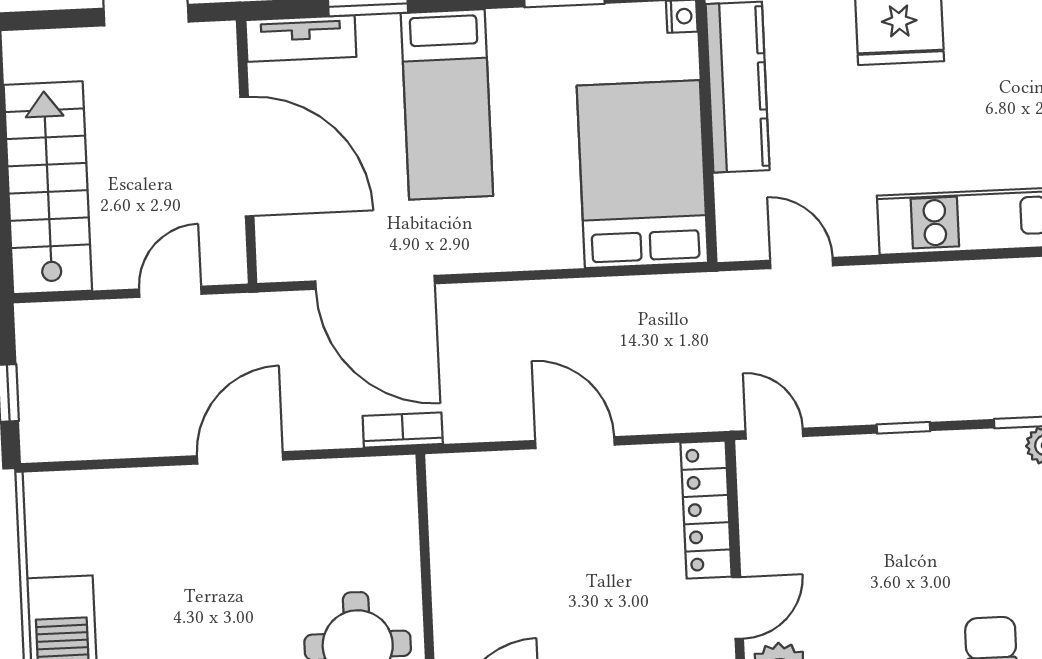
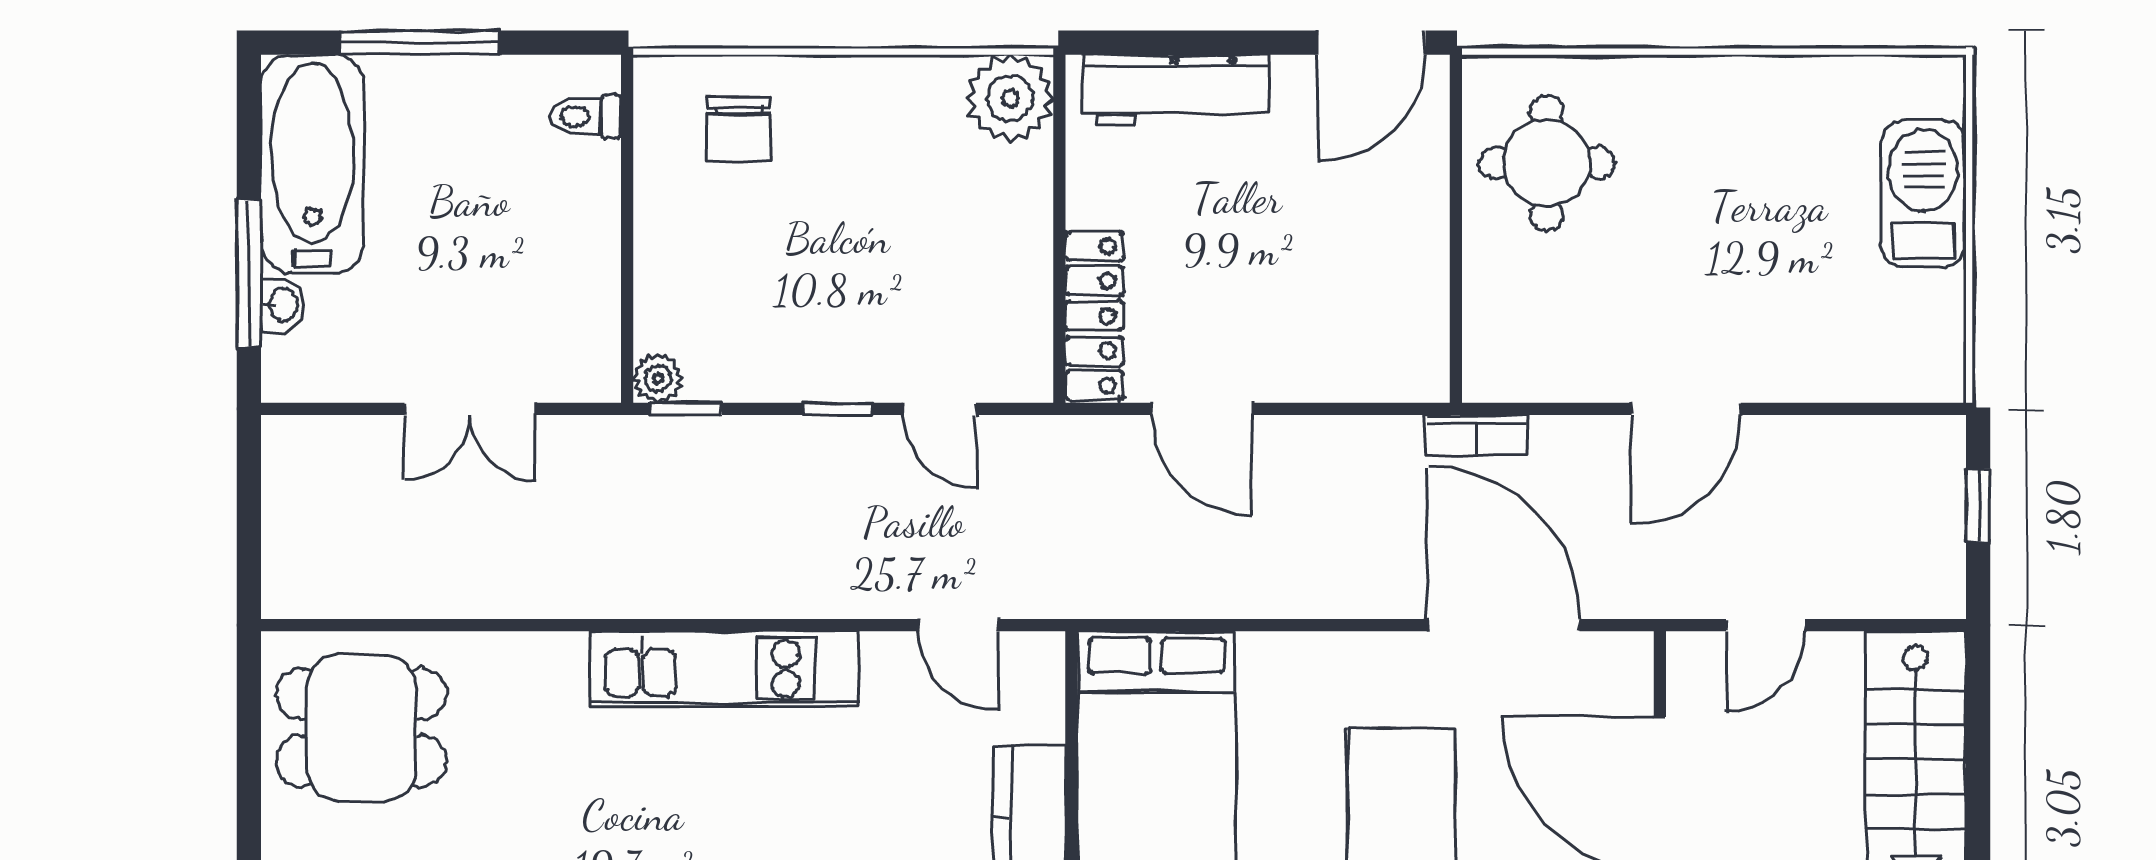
door: (774, 434) -> (939, 409), moved
door: (575, 443) -> (1202, 409), moved
door: (738, 608) -> (1059, 188), removed

